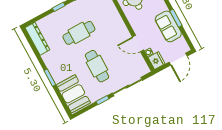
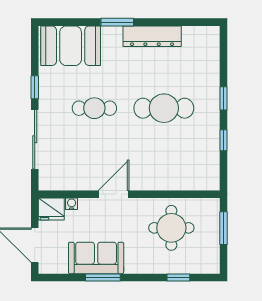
cafe table: (79, 33) -> (164, 108), turned 90
dresser: (37, 39) -> (152, 36), moved
door: (138, 43) -> (114, 194), moved
cafe table: (97, 66) -> (94, 108), width x0.73, depth x0.74

